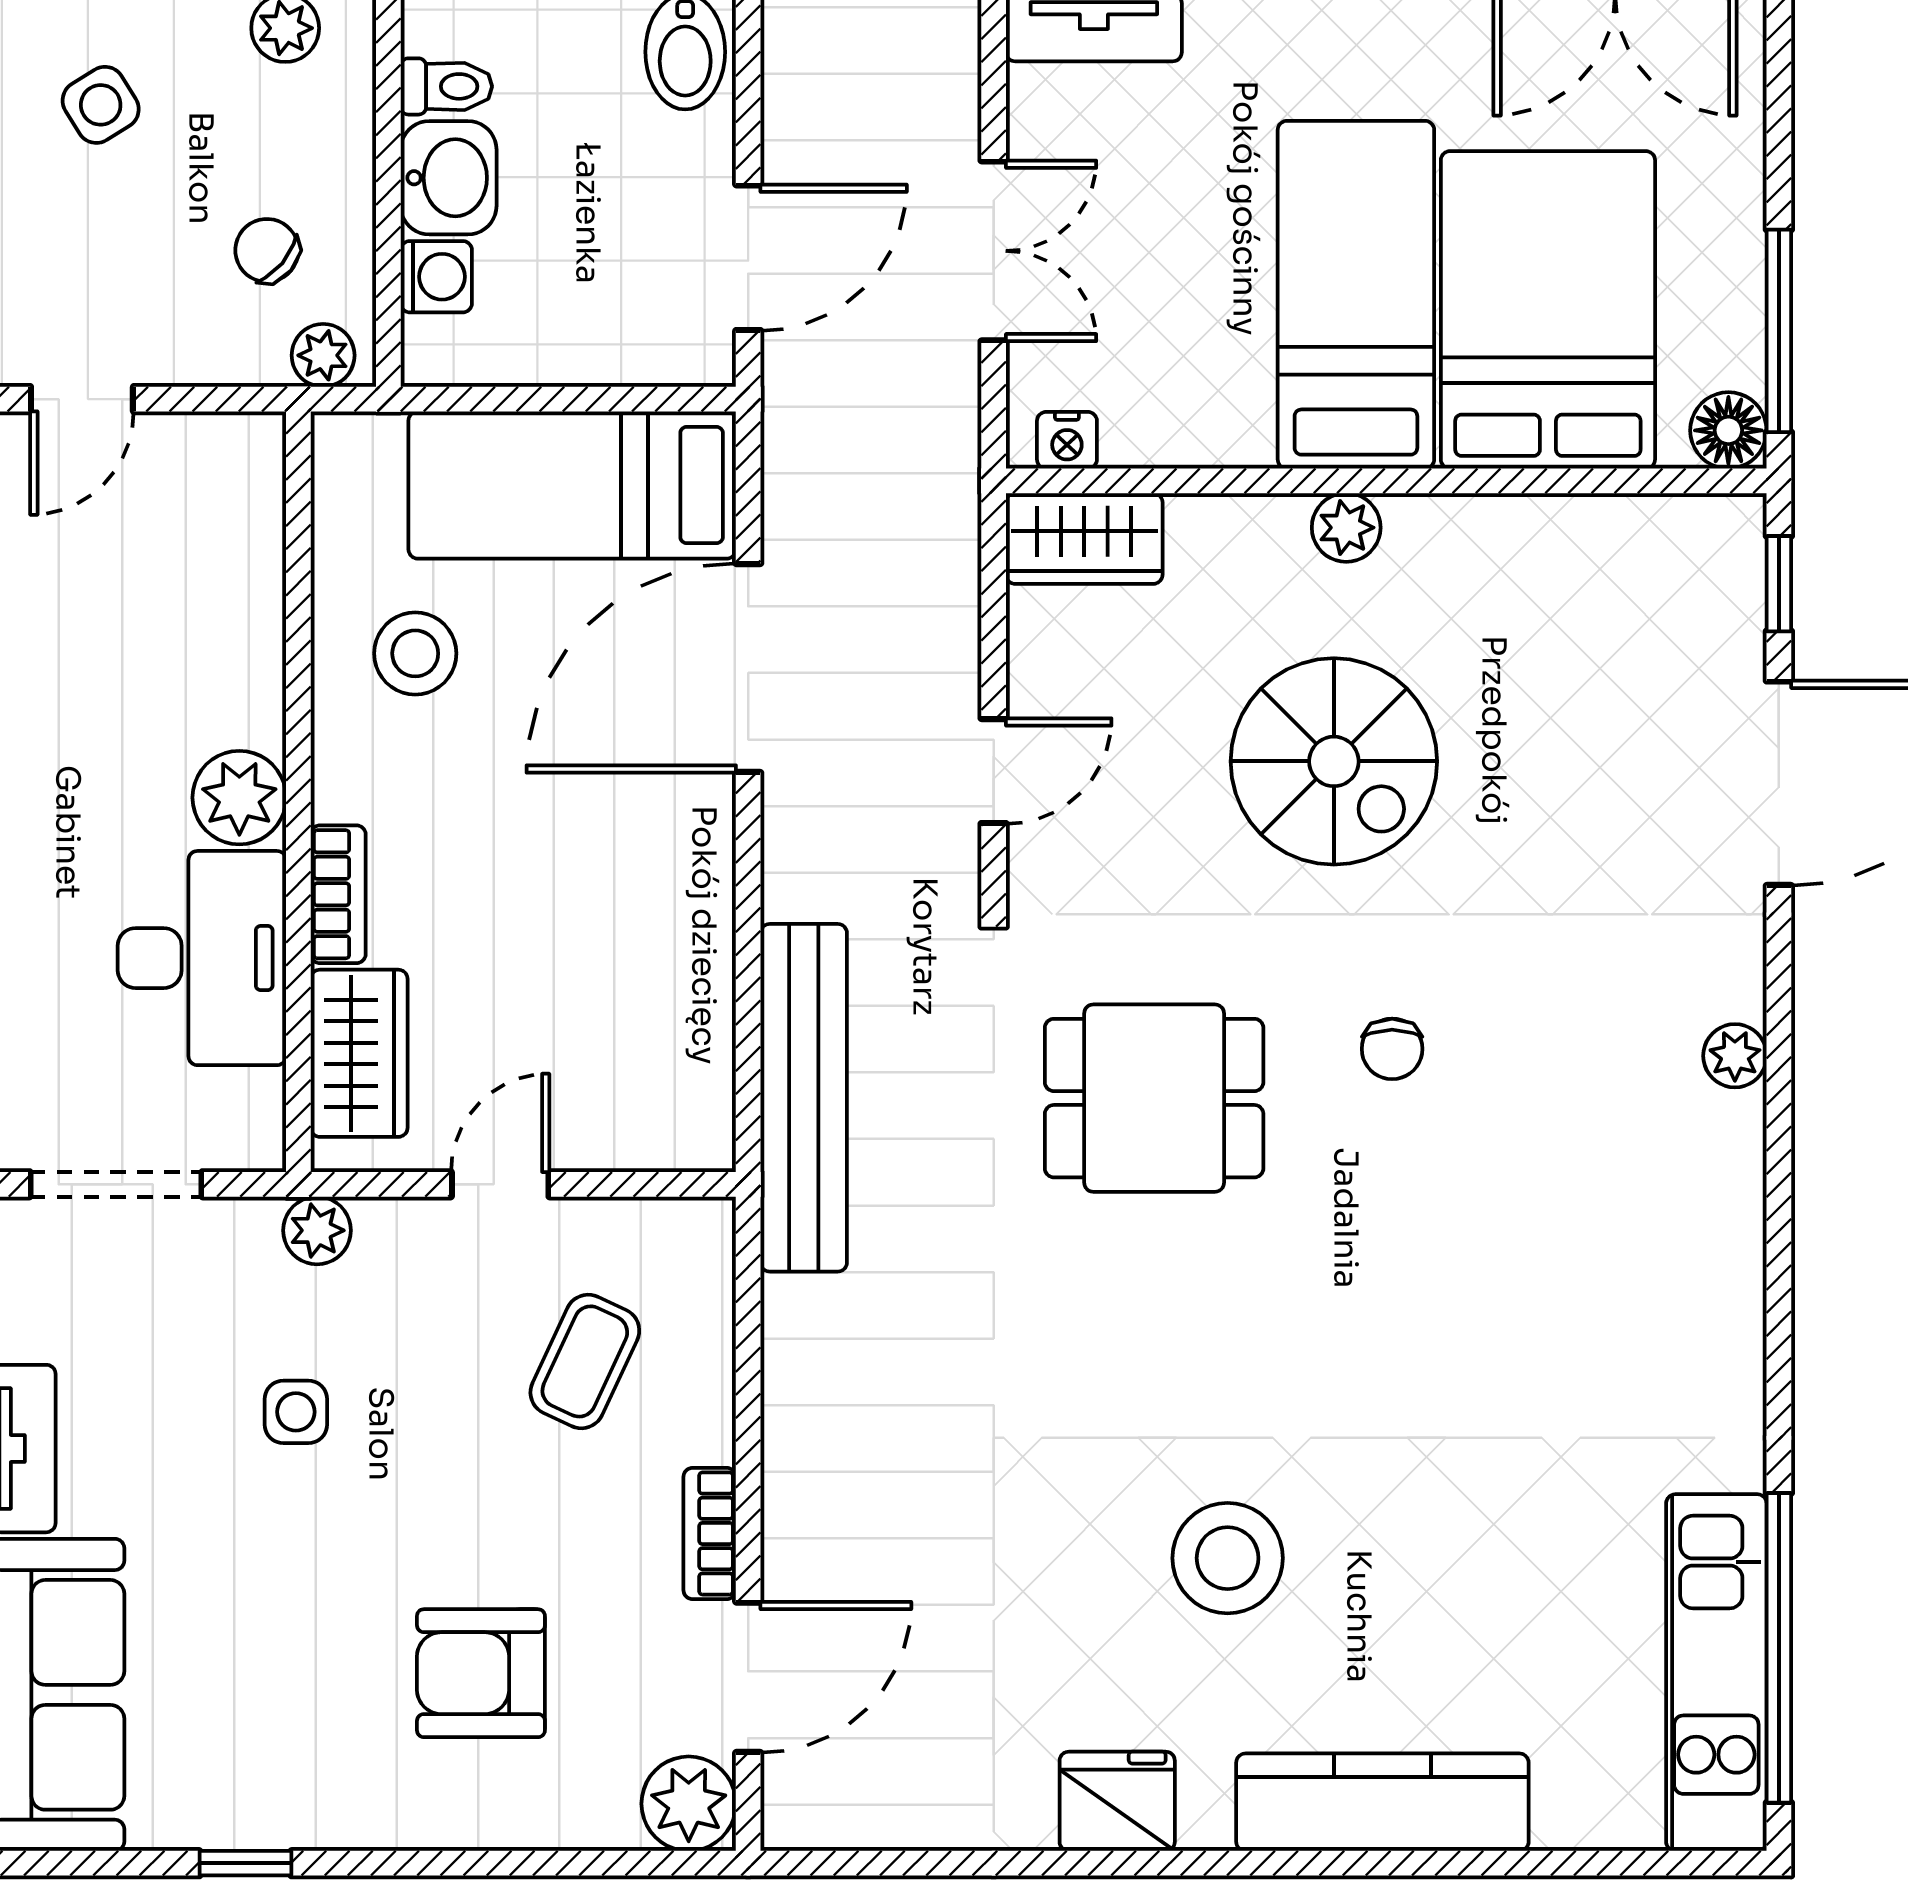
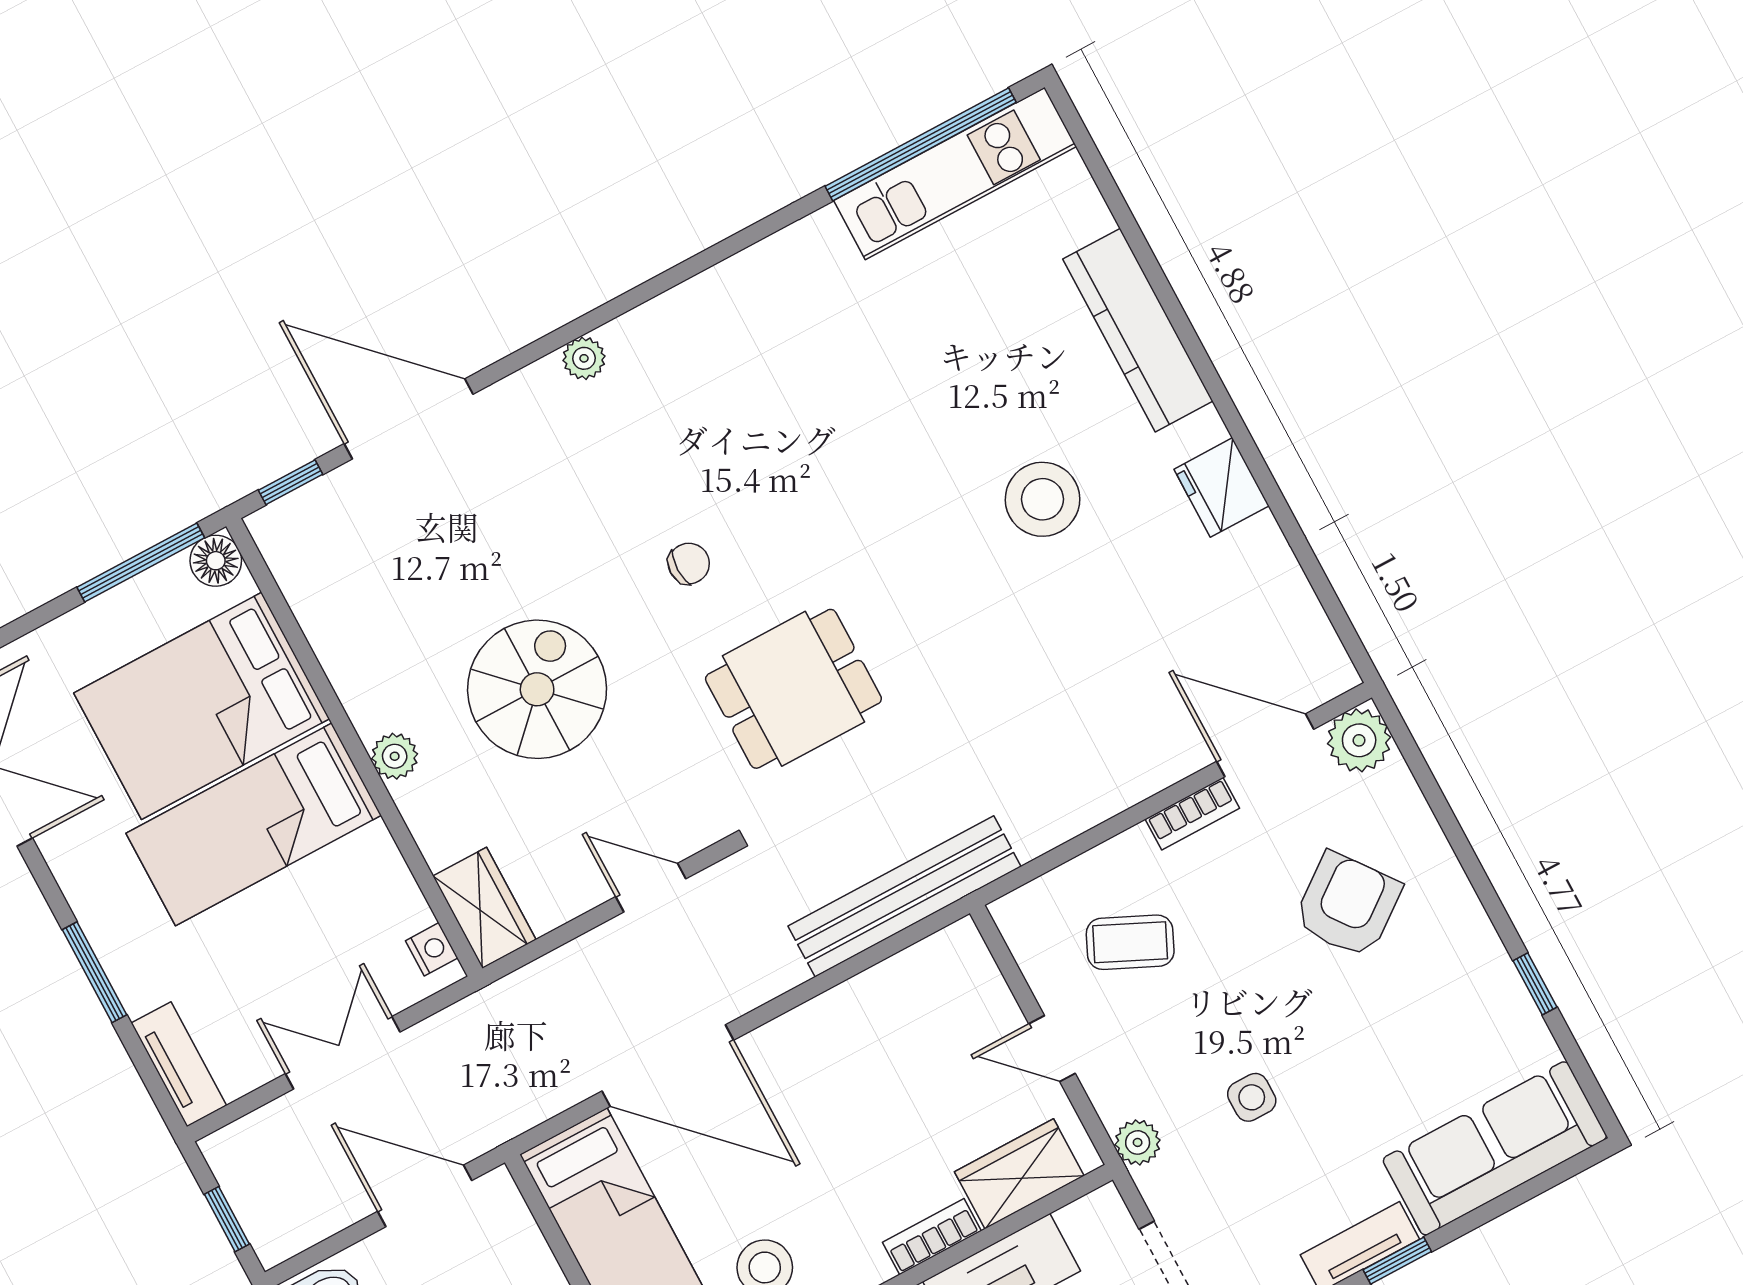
dining table: (1154, 1098) -> (793, 689), turned 90
armchair: (481, 1673) -> (1348, 905), turned -127

